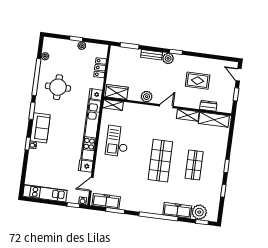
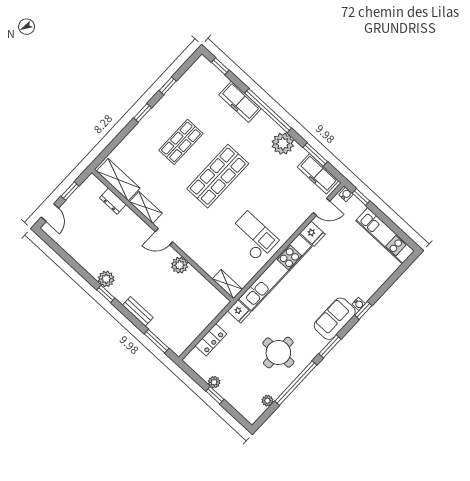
plant: (168, 58) -> (106, 279), moved
rug: (198, 81) -> (104, 241), removed
wardrobe: (117, 92) -> (212, 296), removed
checkout: (117, 141) -> (253, 237), turned -90
plant: (199, 212) -> (283, 144), moved

